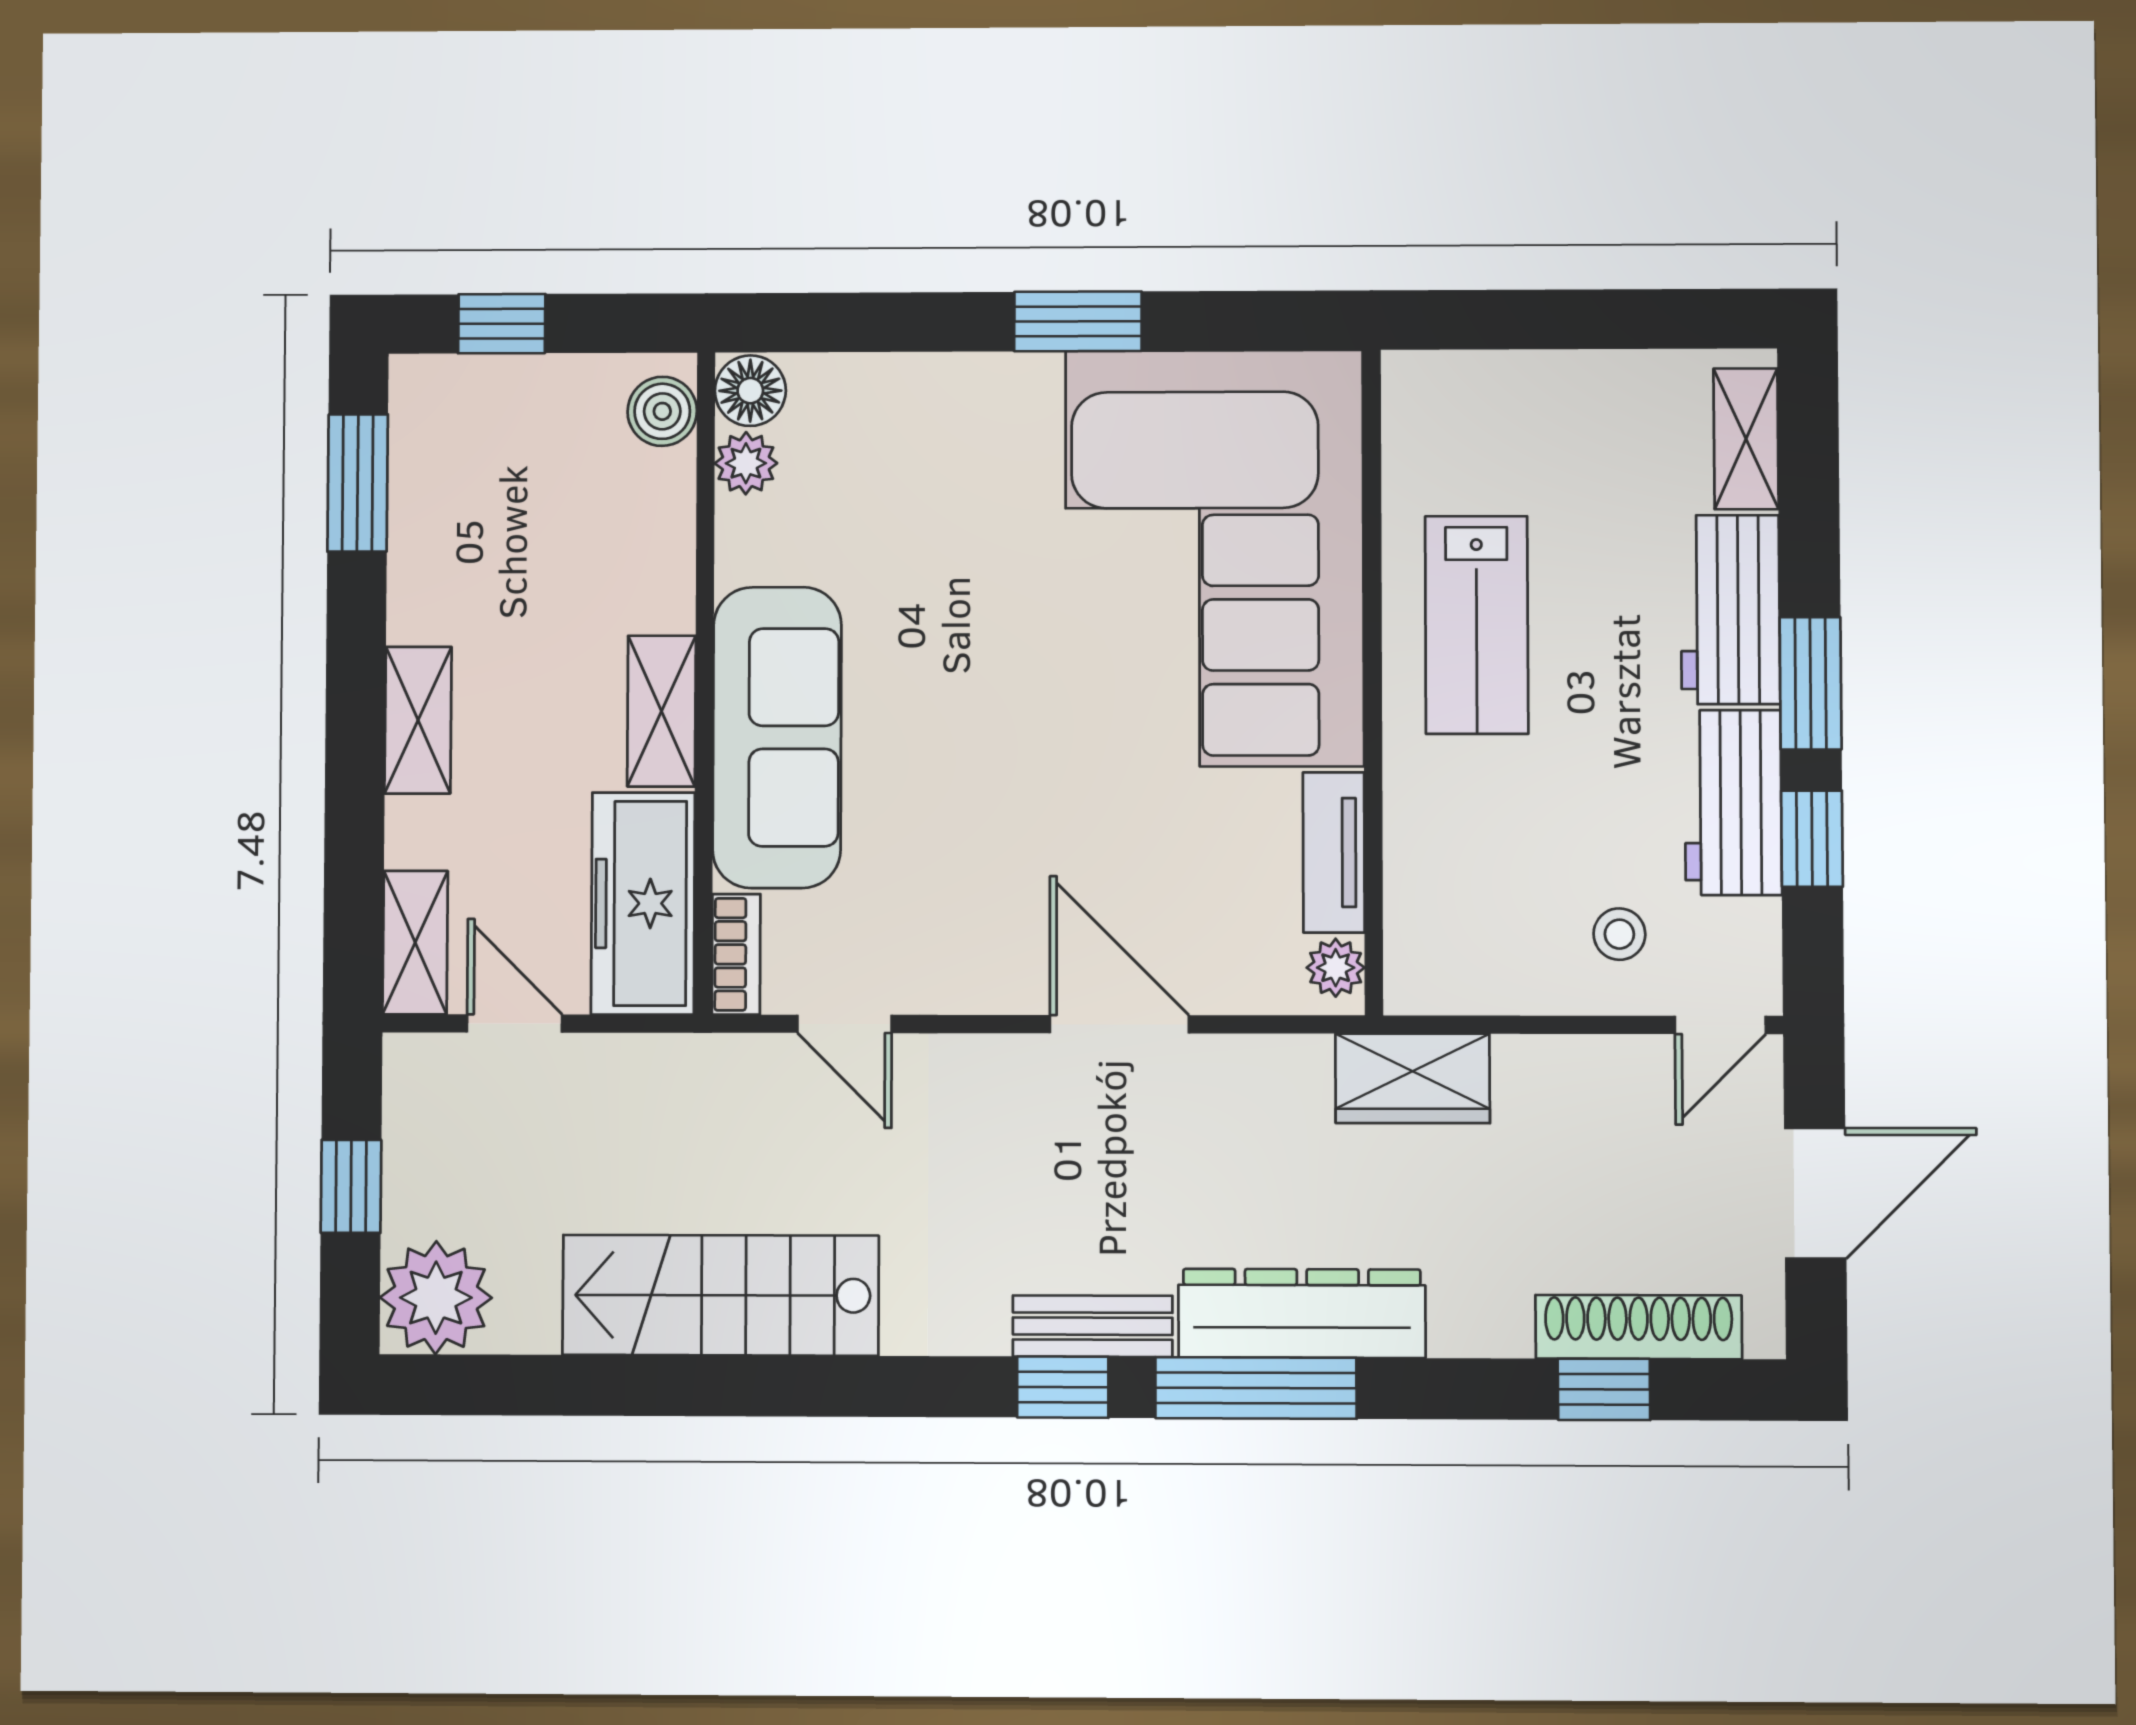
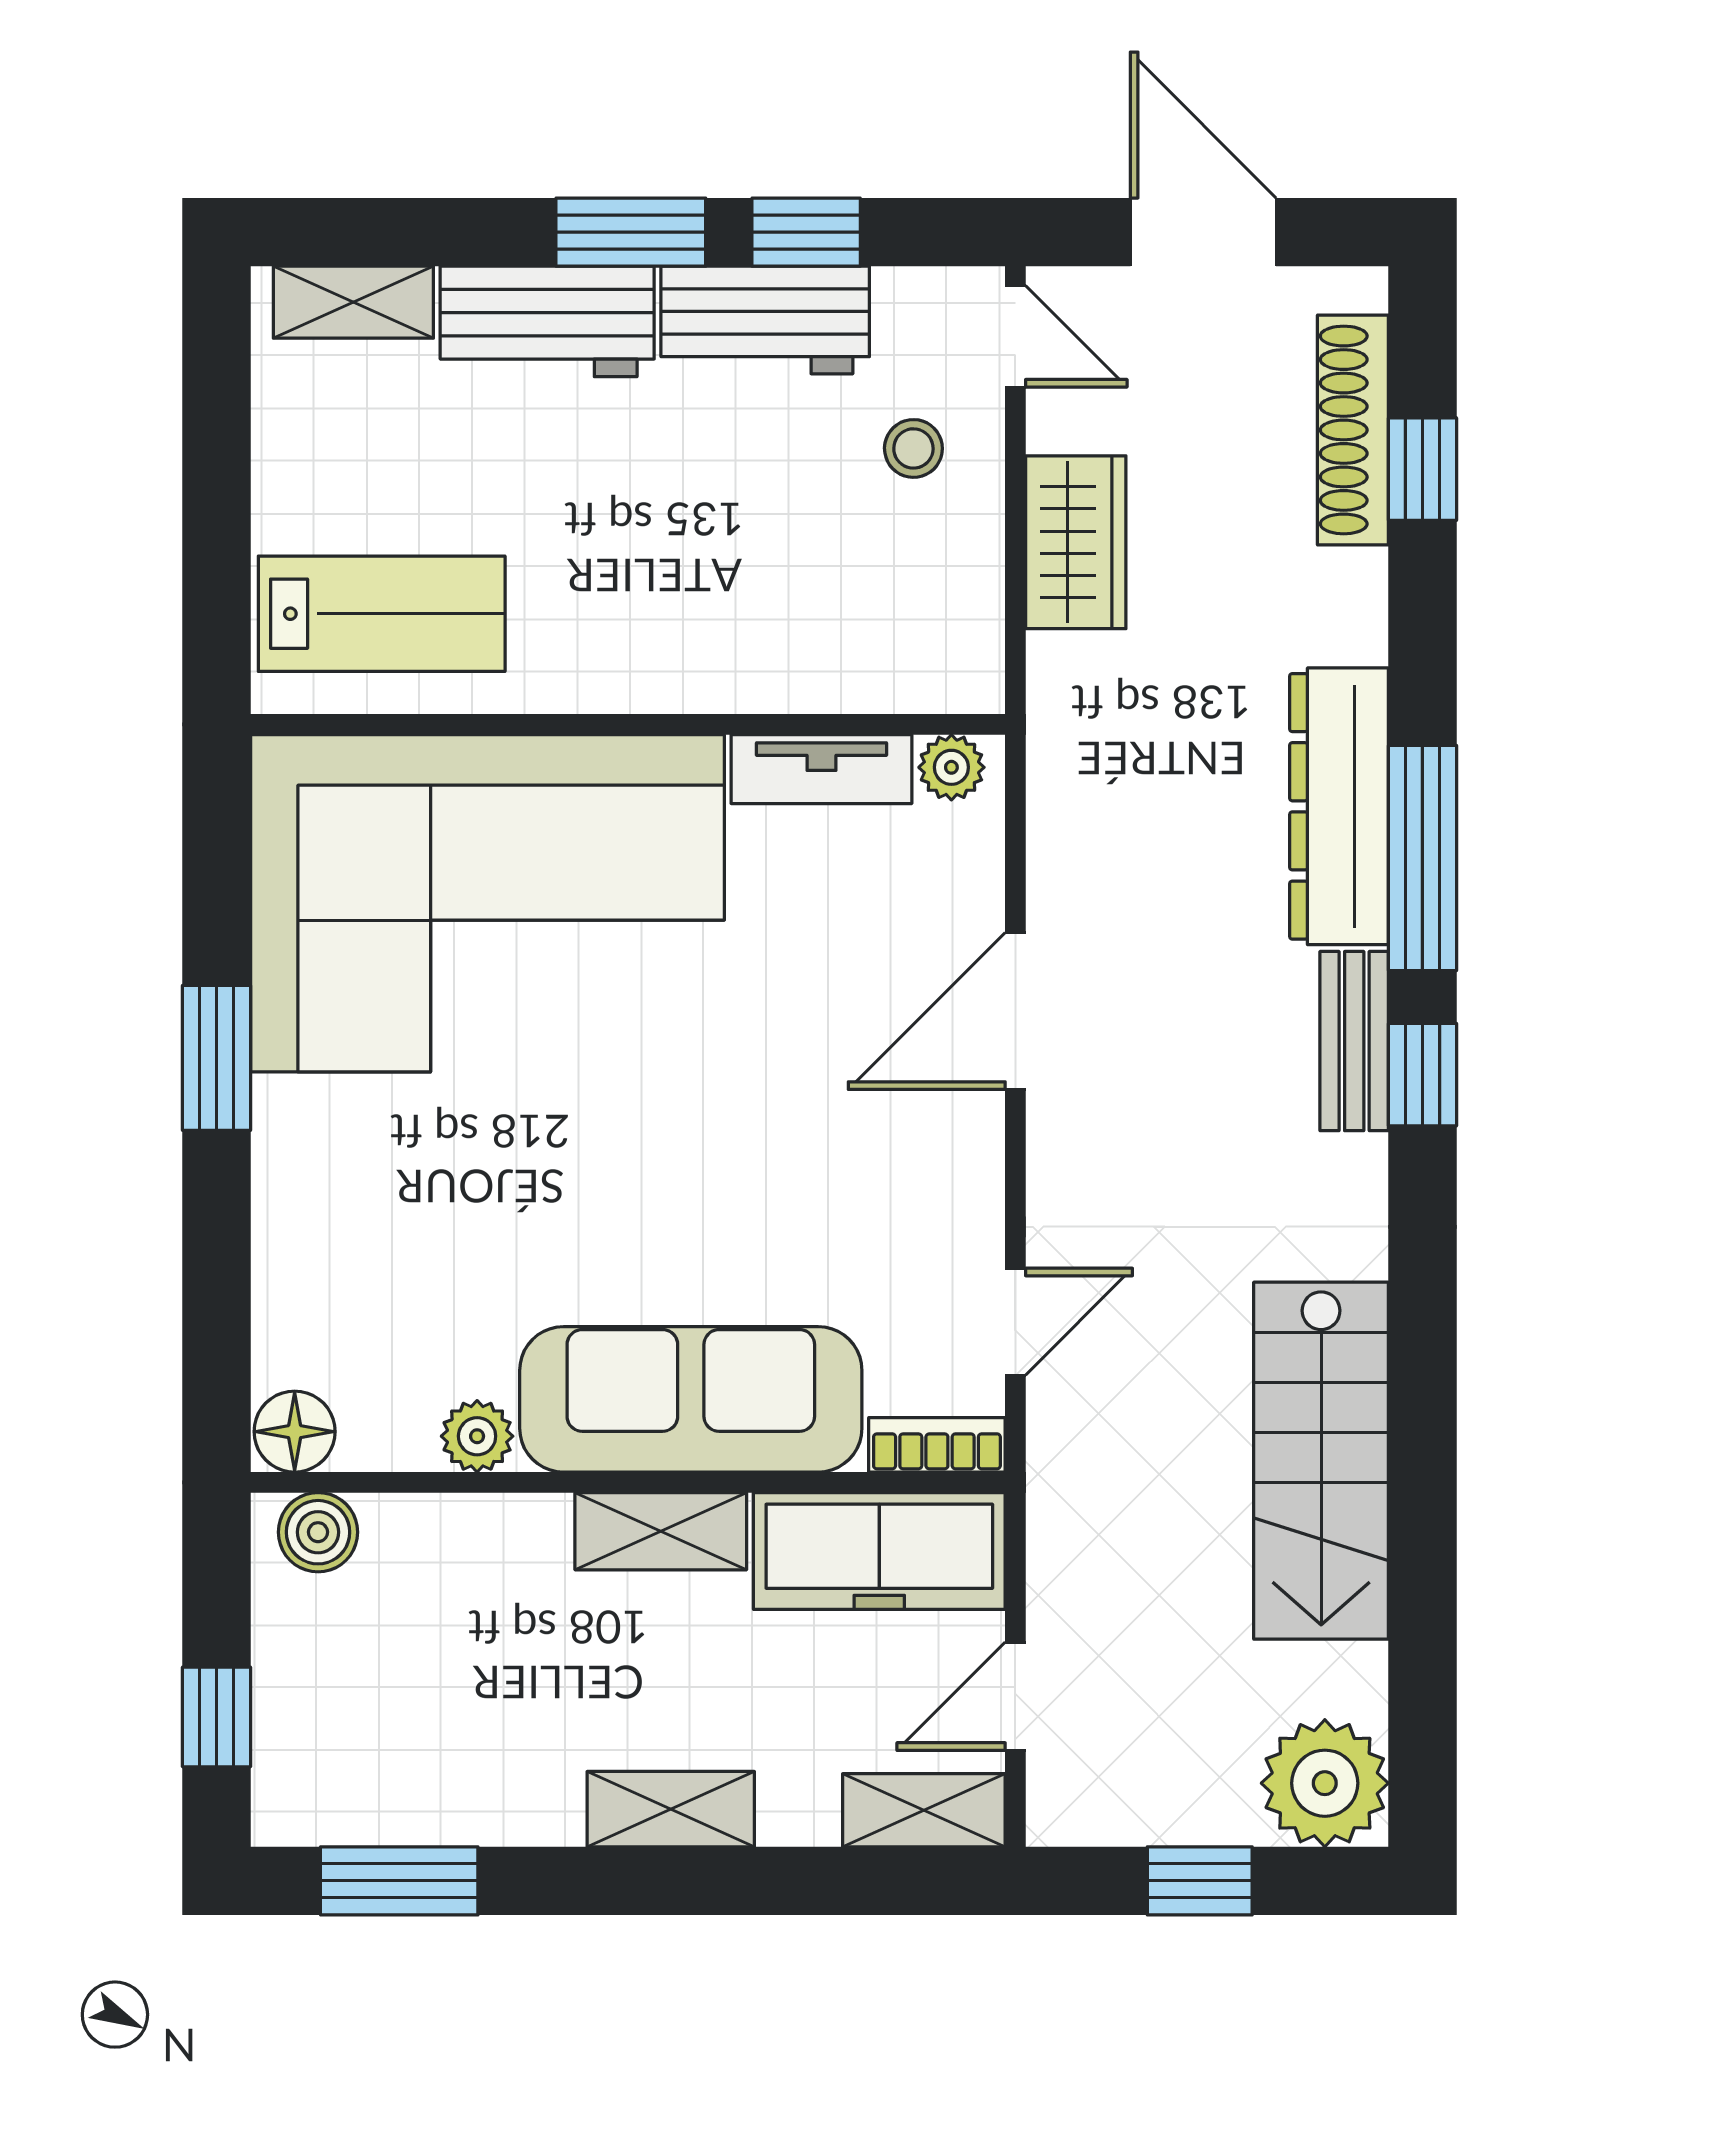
plant: (746, 463) -> (477, 1436), moved
lab bench: (1477, 625) -> (382, 614), moved
wardrobe: (1413, 1078) -> (1076, 542), moved

